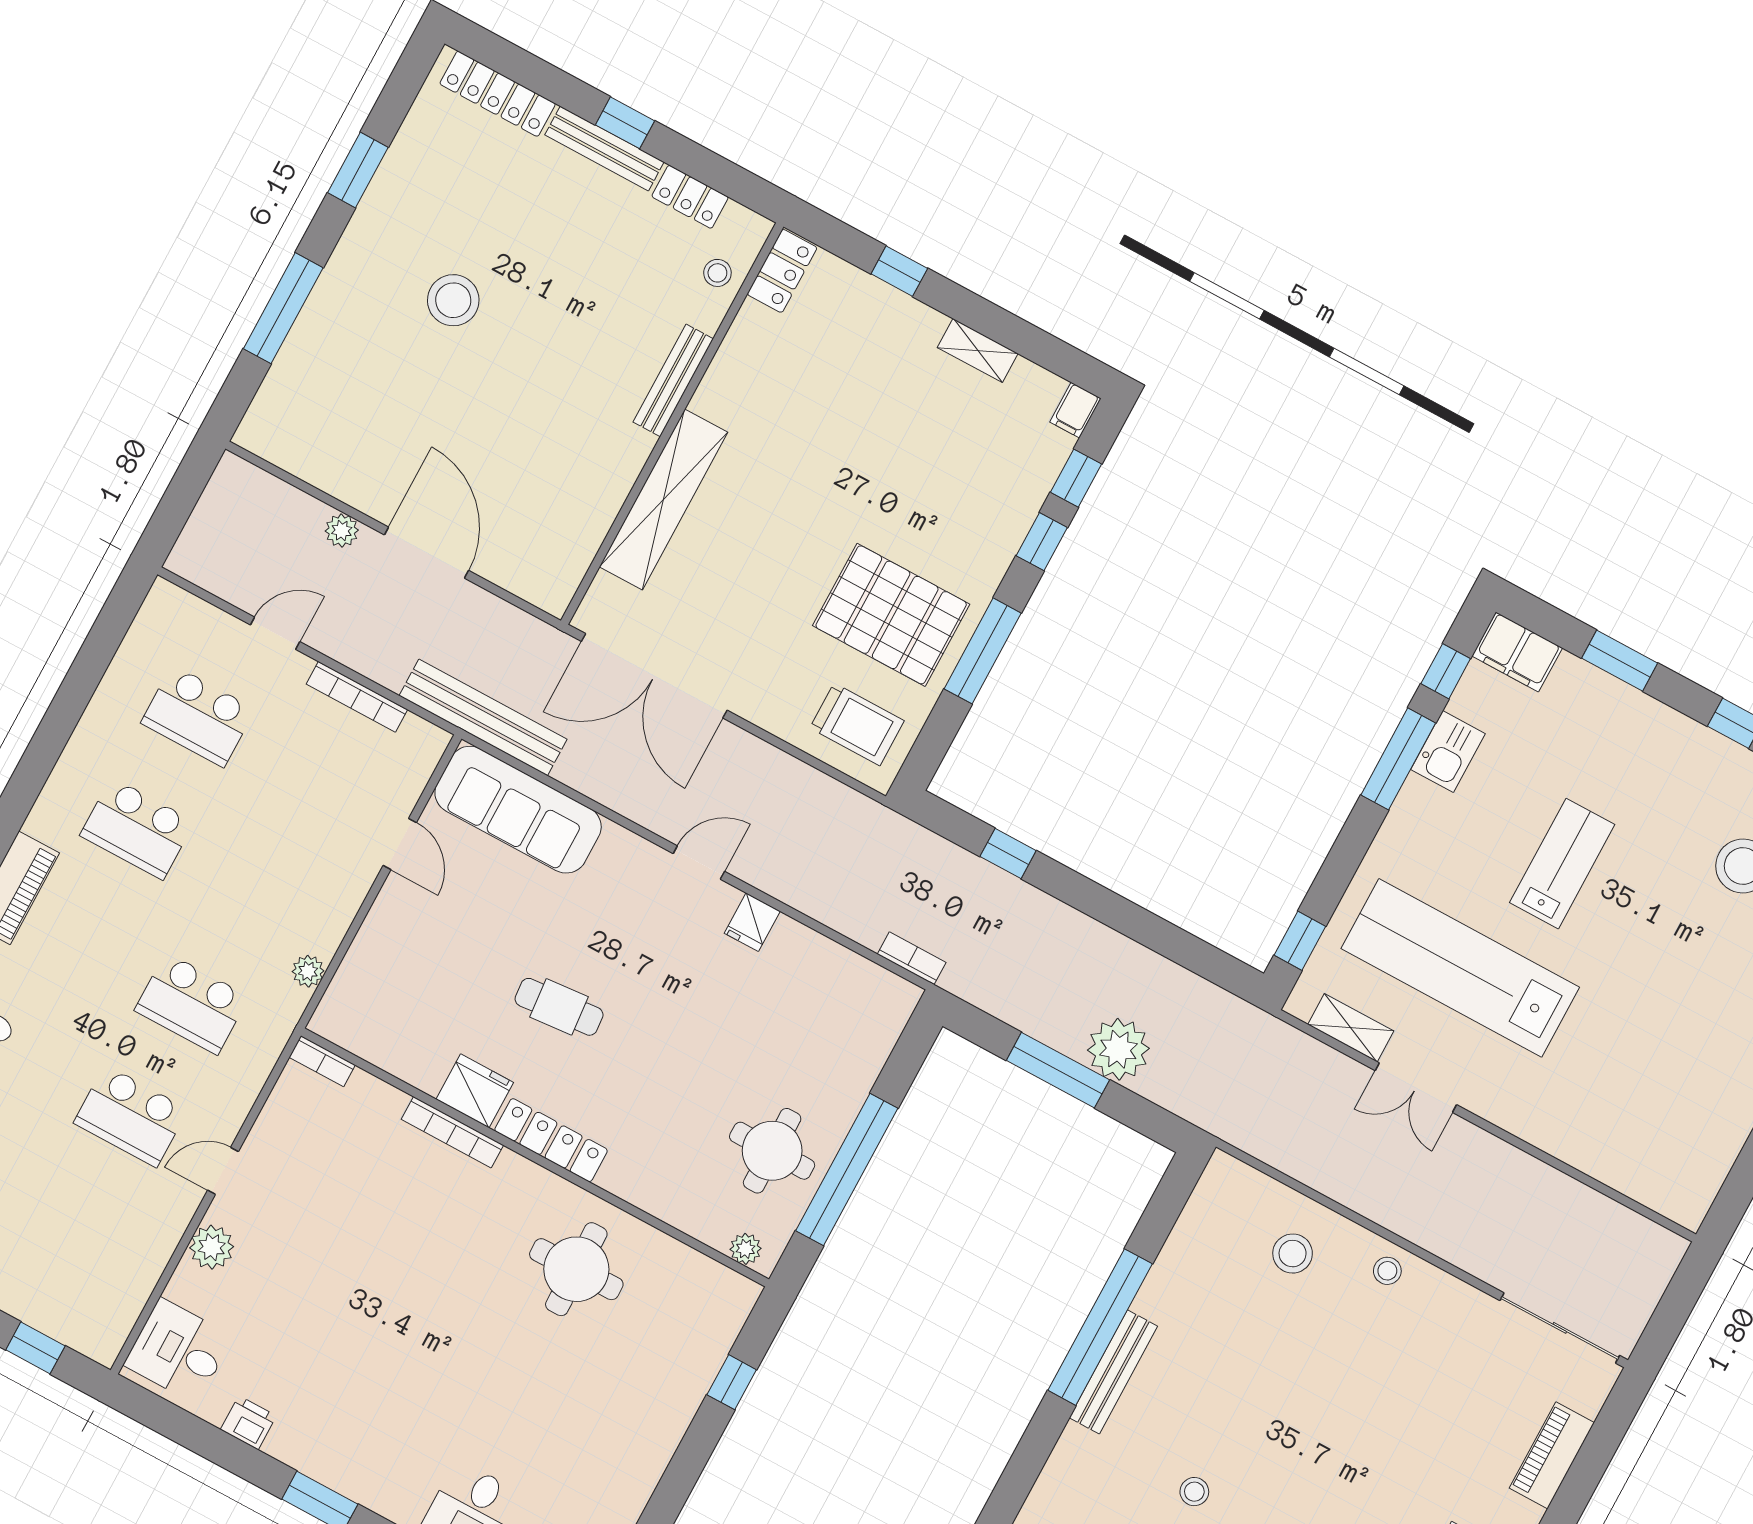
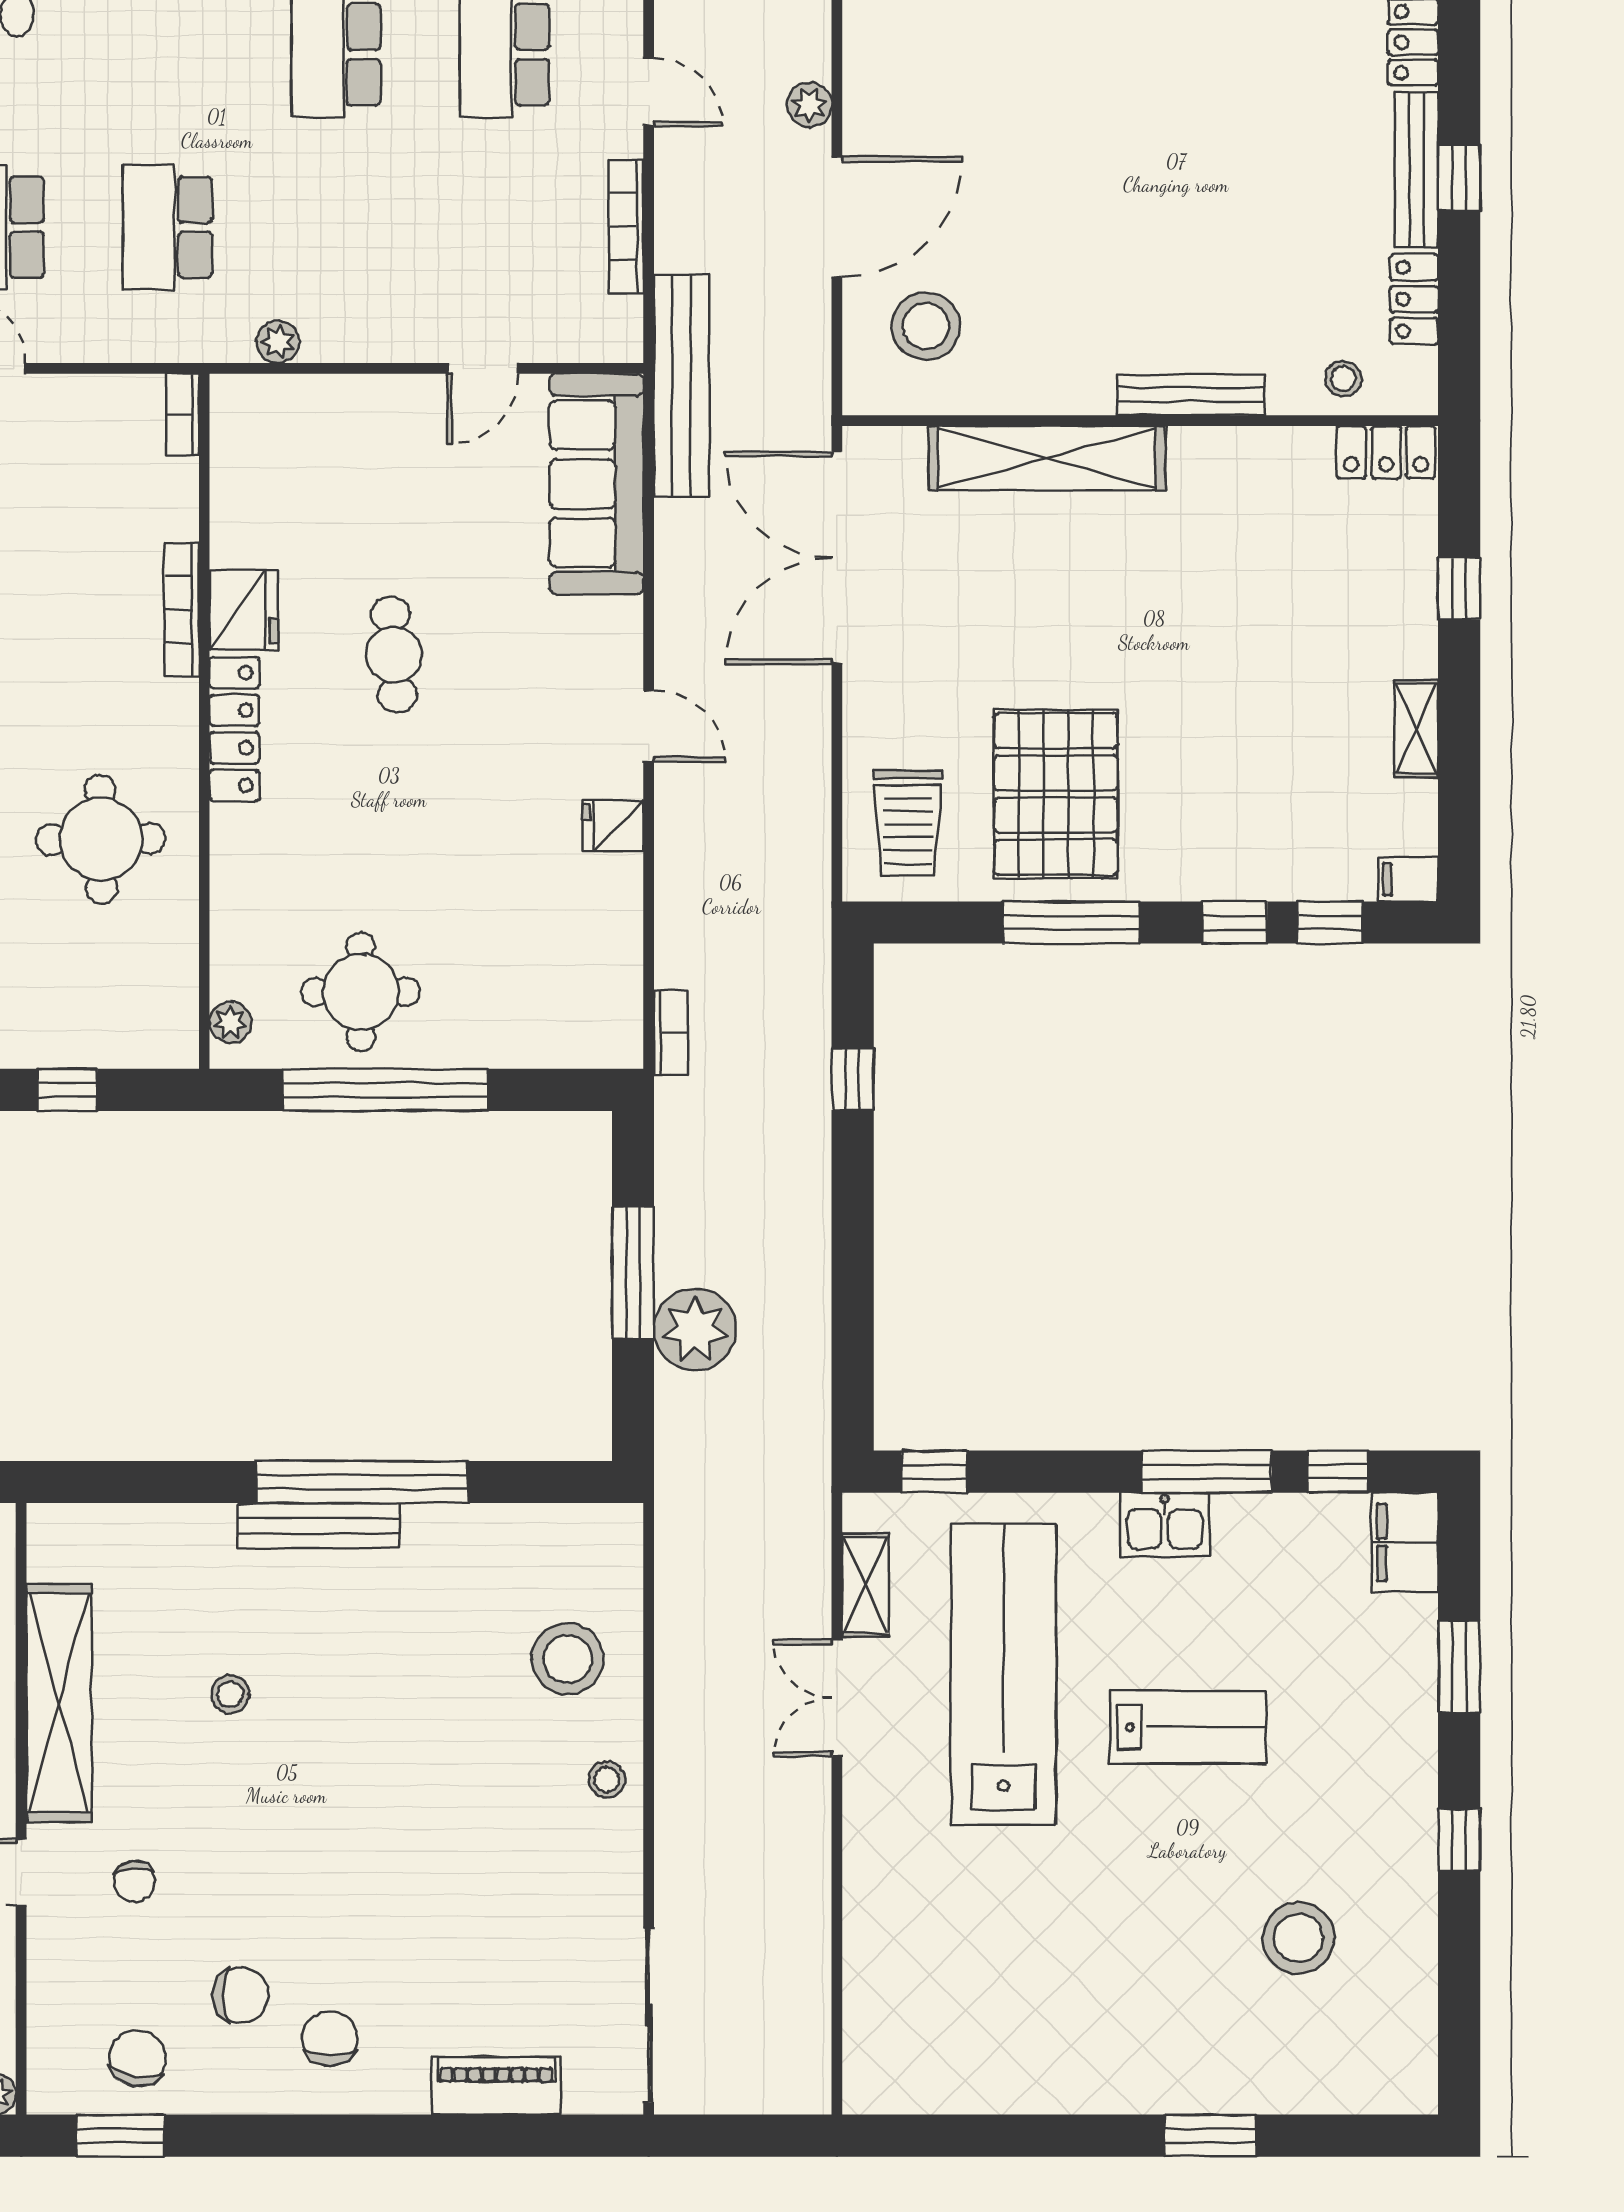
stool: (453, 300) -> (926, 326), moved
kitchen sink: (1448, 752) -> (1165, 1525), moved
stool: (1293, 1254) -> (568, 1659), width x1.38, depth x1.38

